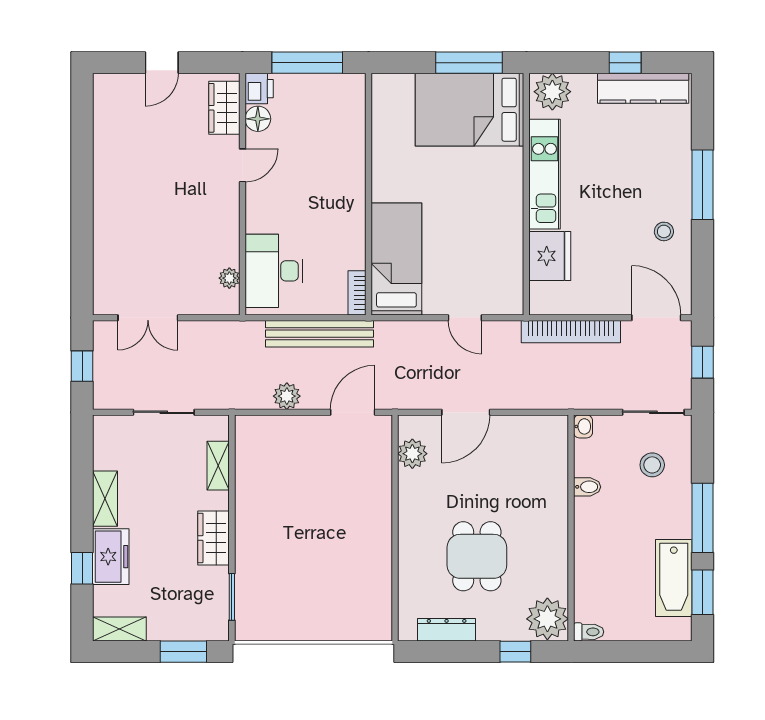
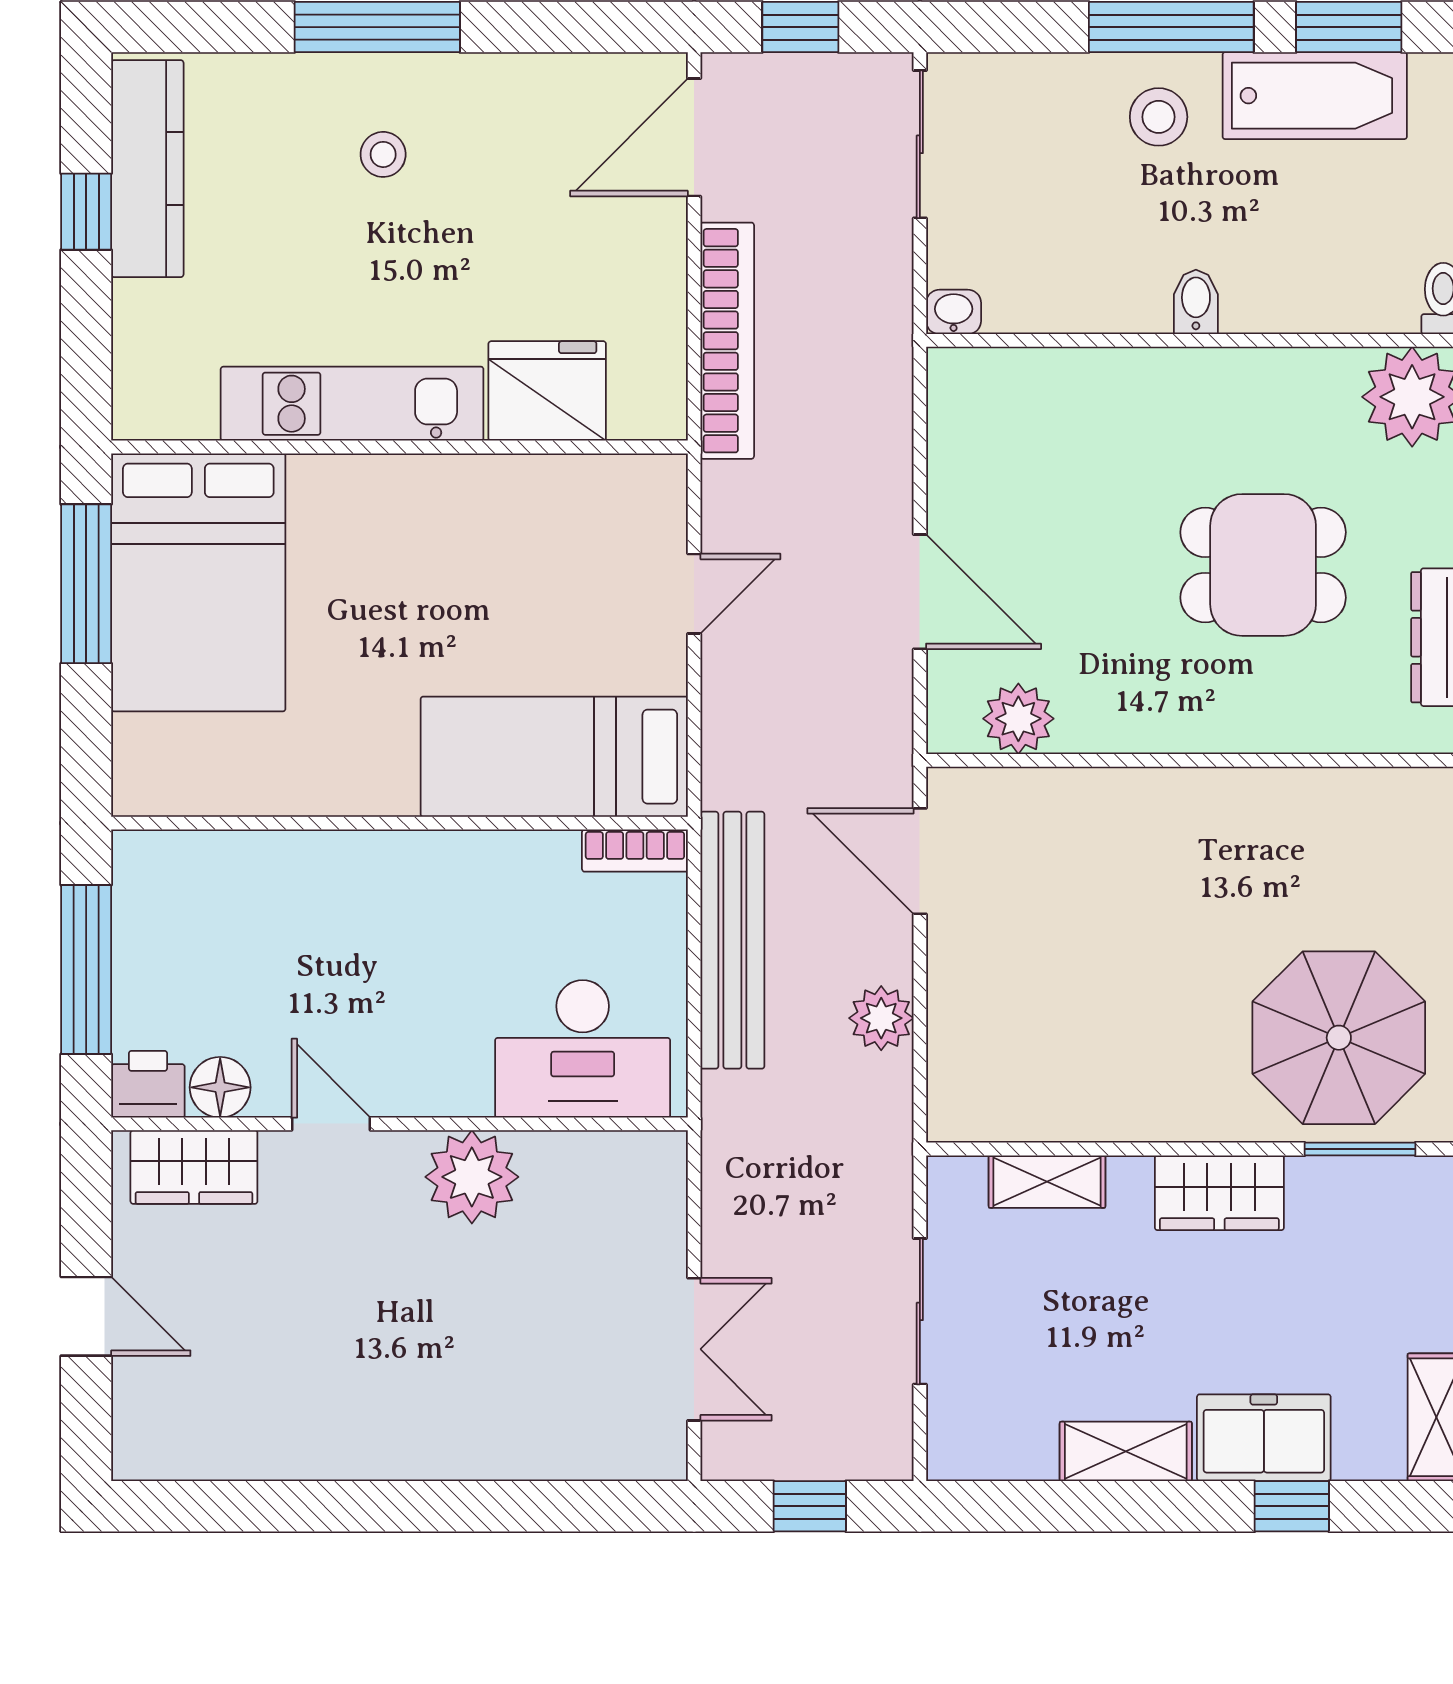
plant: (552, 92) -> (155, 385), removed
stool: (664, 231) -> (383, 154), moved
plant: (229, 278) -> (472, 1177), moved, width x1.88, depth x1.88
stool: (652, 465) -> (1159, 117), moved
bidet: (587, 487) -> (1196, 302), moved
parasol: (279, 588) -> (1339, 1038), added

